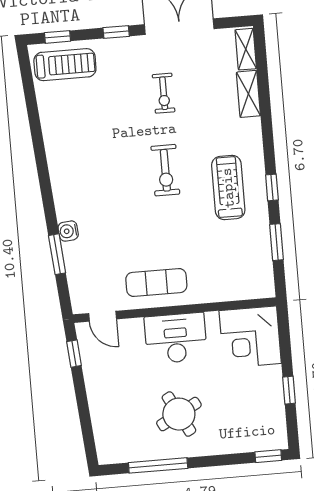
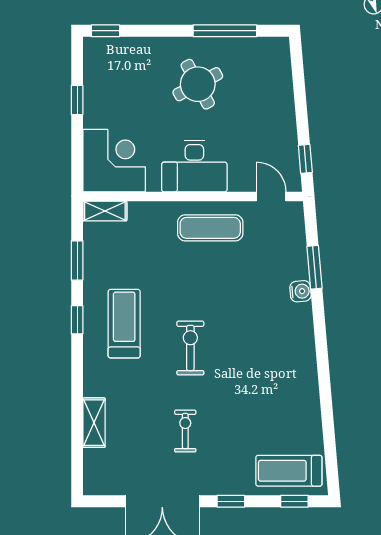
shelving: (246, 49) -> (105, 211), moved, turned 90
treadmill: (228, 188) -> (124, 324), turned 180

